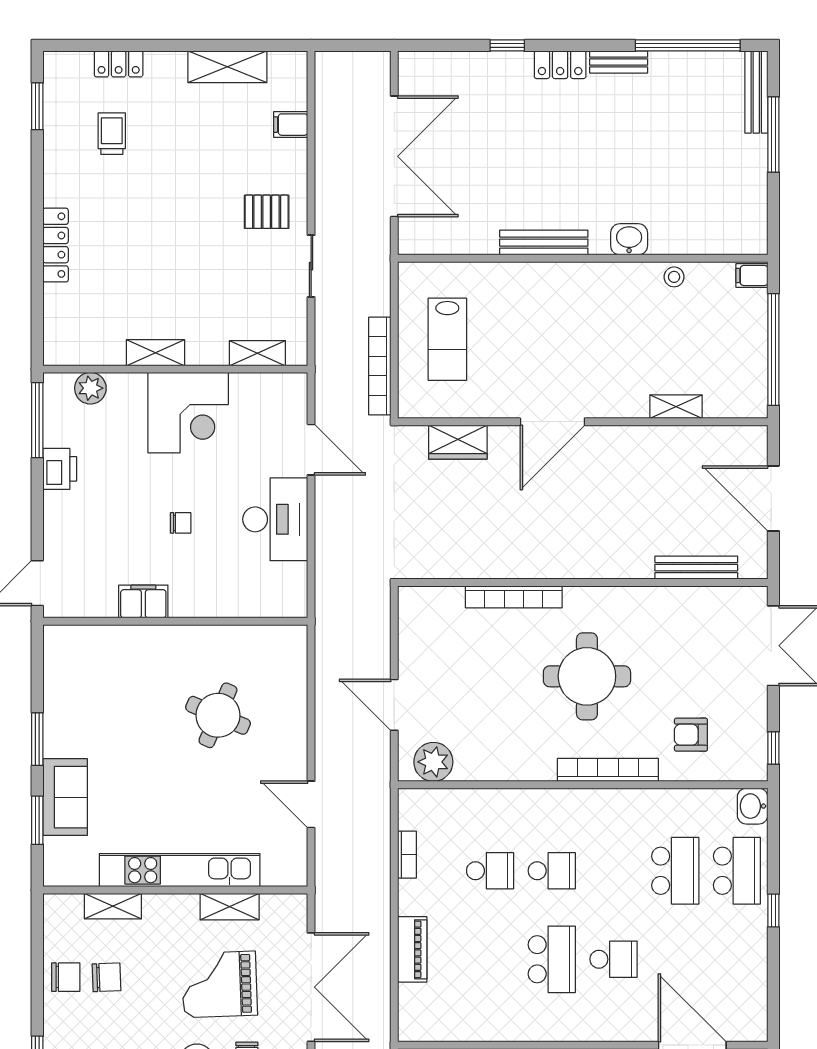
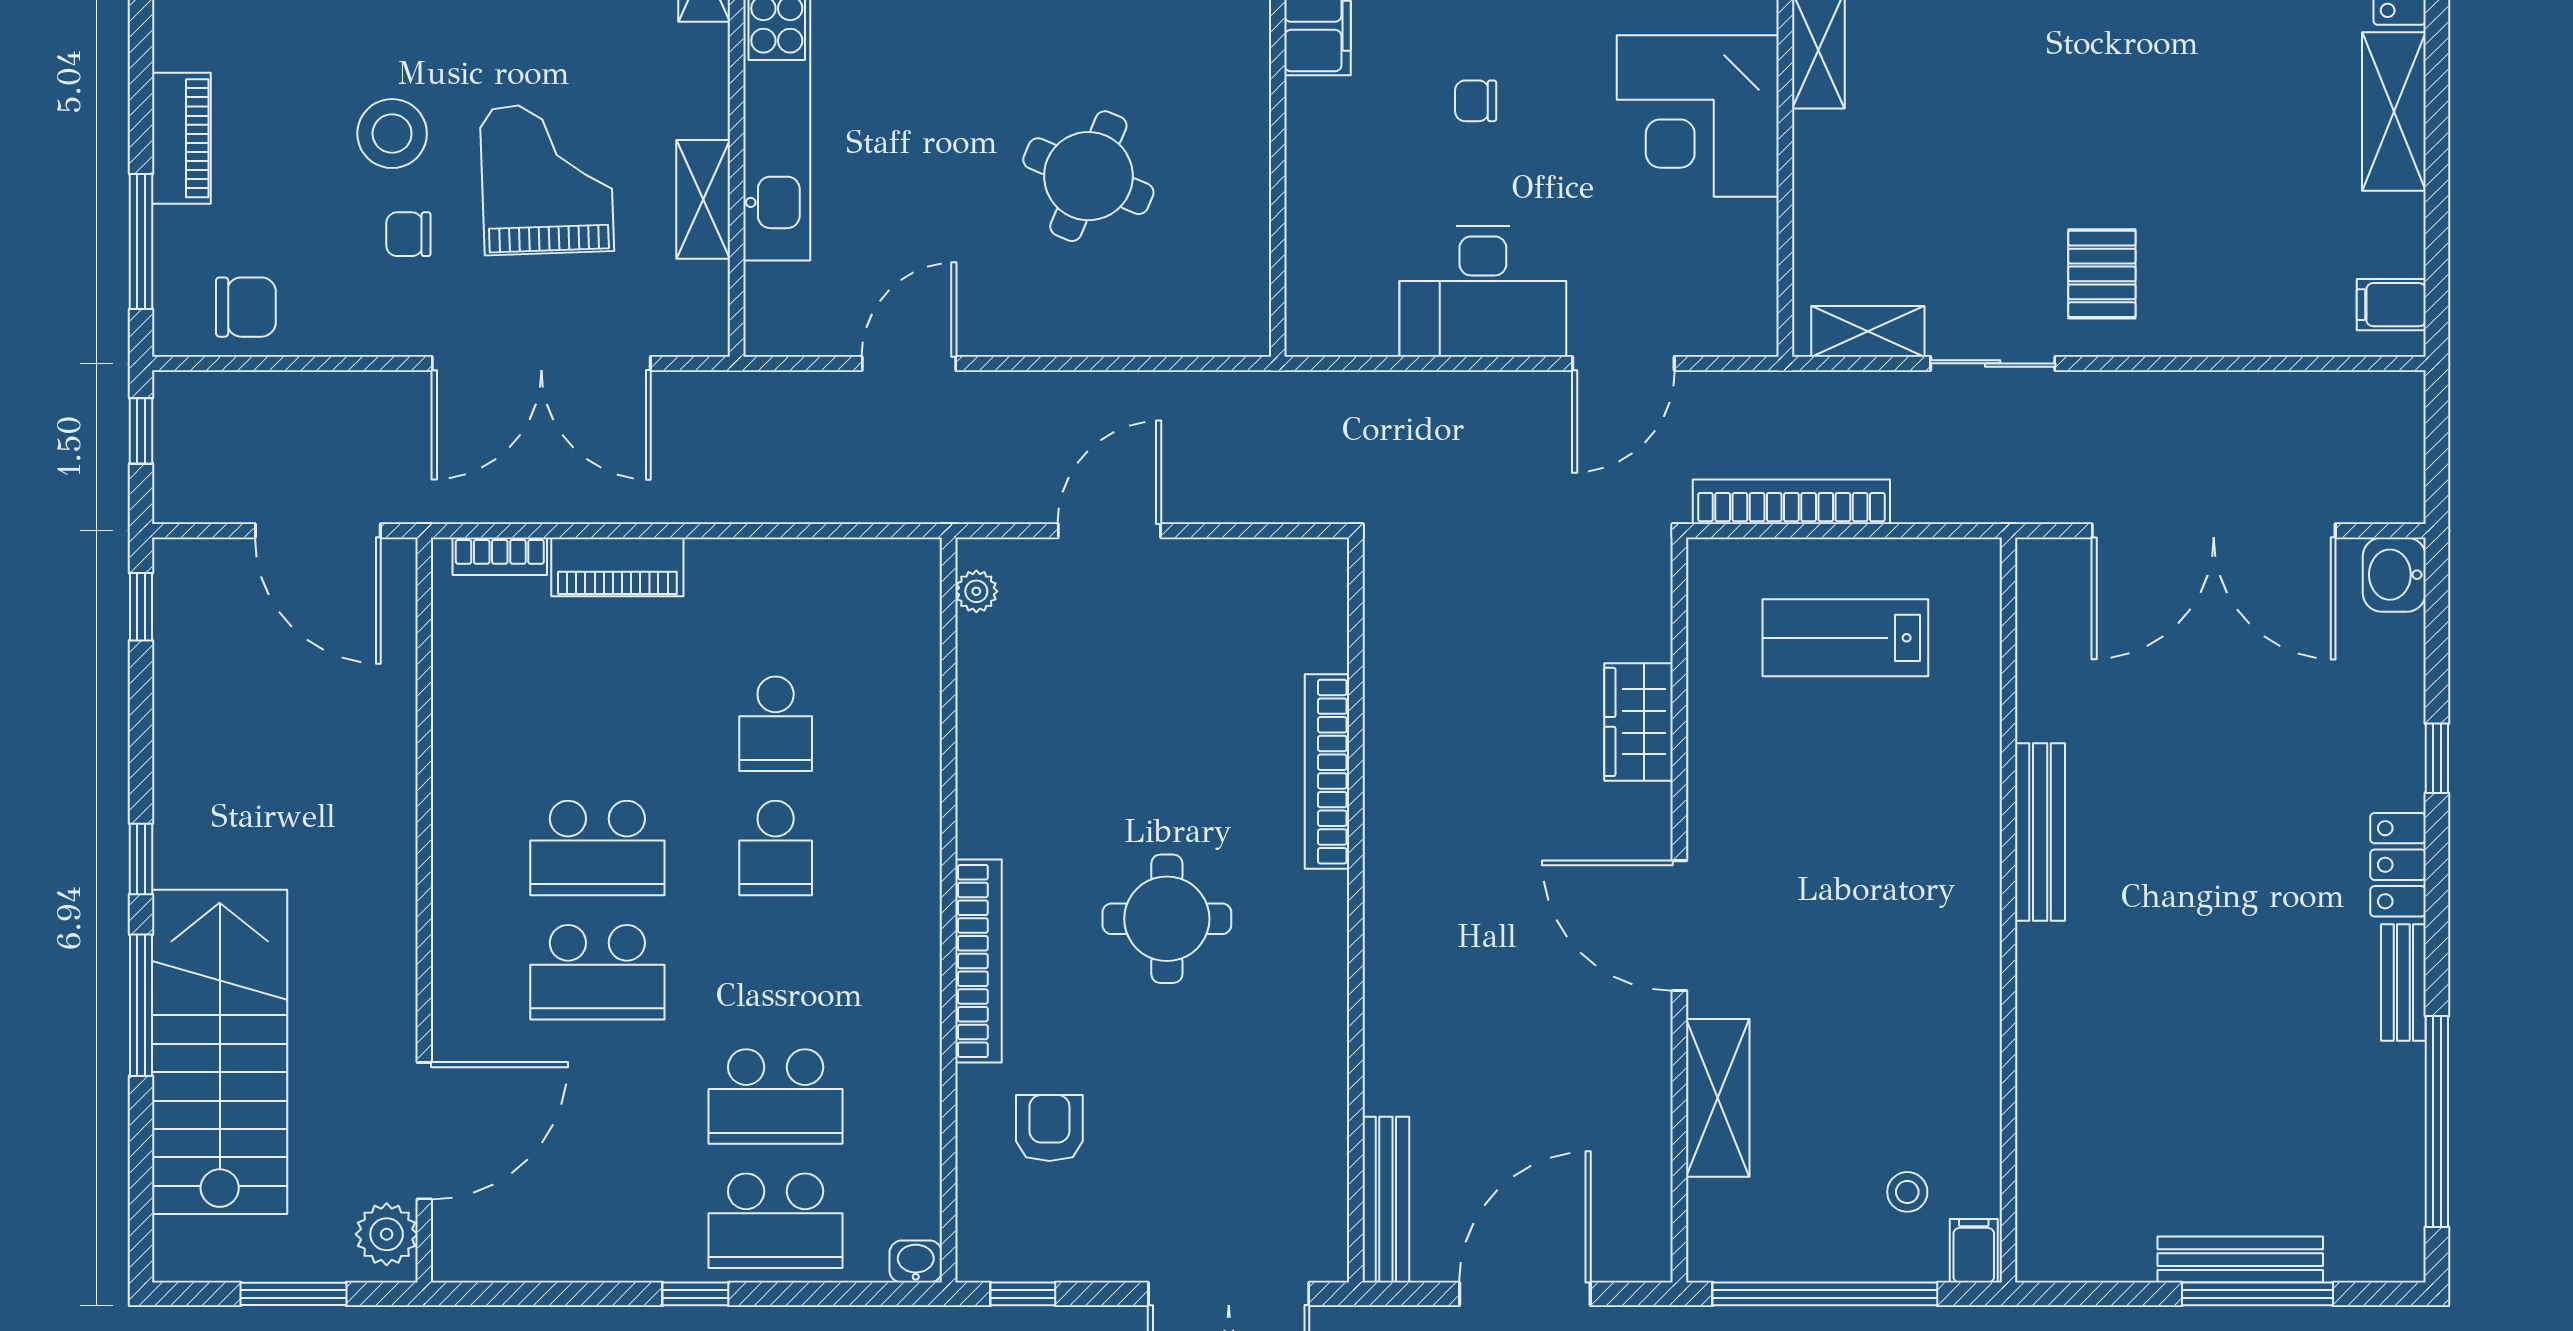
shelving: (227, 67) -> (2394, 111), moved
bench: (756, 92) -> (2240, 1260), moved
filing cabinet: (291, 125) -> (2391, 305), moved, turned -90
washbasin: (629, 239) -> (2394, 575), moved, turned 180
stool: (674, 277) -> (1907, 1192), moved
shelving: (257, 353) -> (1868, 331), moved, turned 90
shelving: (676, 407) -> (1718, 1098), width x1.50, depth x1.33
door: (552, 422) -> (1679, 926), moved
wardrobe: (458, 442) -> (1639, 722), moved
chair: (181, 523) -> (1476, 101), turned 90
bench: (696, 568) -> (1386, 1200), moved
round table: (587, 676) -> (1167, 919), width x0.73, depth x0.73
plant: (433, 762) -> (976, 591), width x0.53, depth x0.53
washbasin: (753, 806) -> (916, 1262), width x0.72, depth x0.69
bookcase: (407, 855) -> (500, 556), moved
school desk: (614, 959) -> (597, 972), width x1.85

